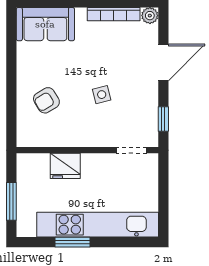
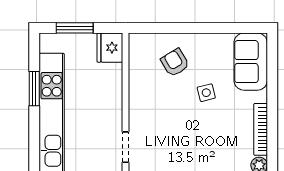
side table: (102, 95) -> (206, 93), moved
fridge: (65, 166) -> (110, 48), moved

